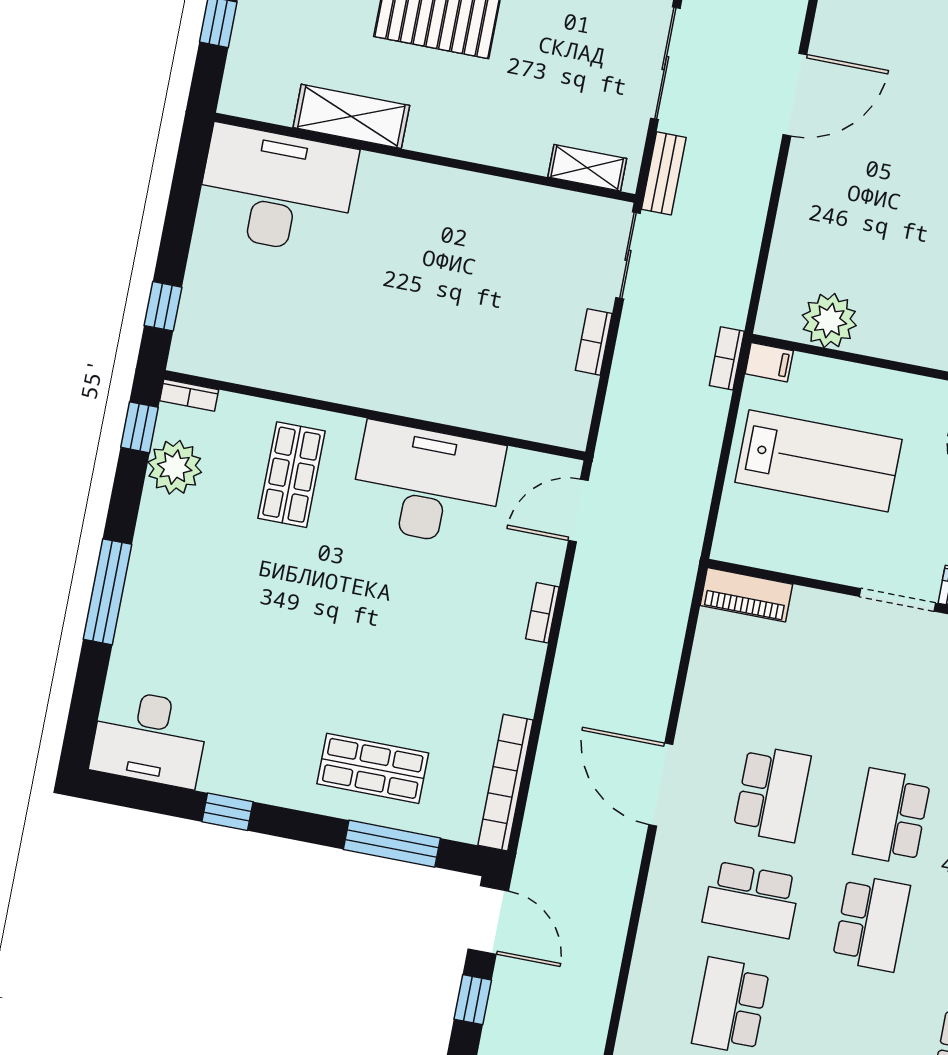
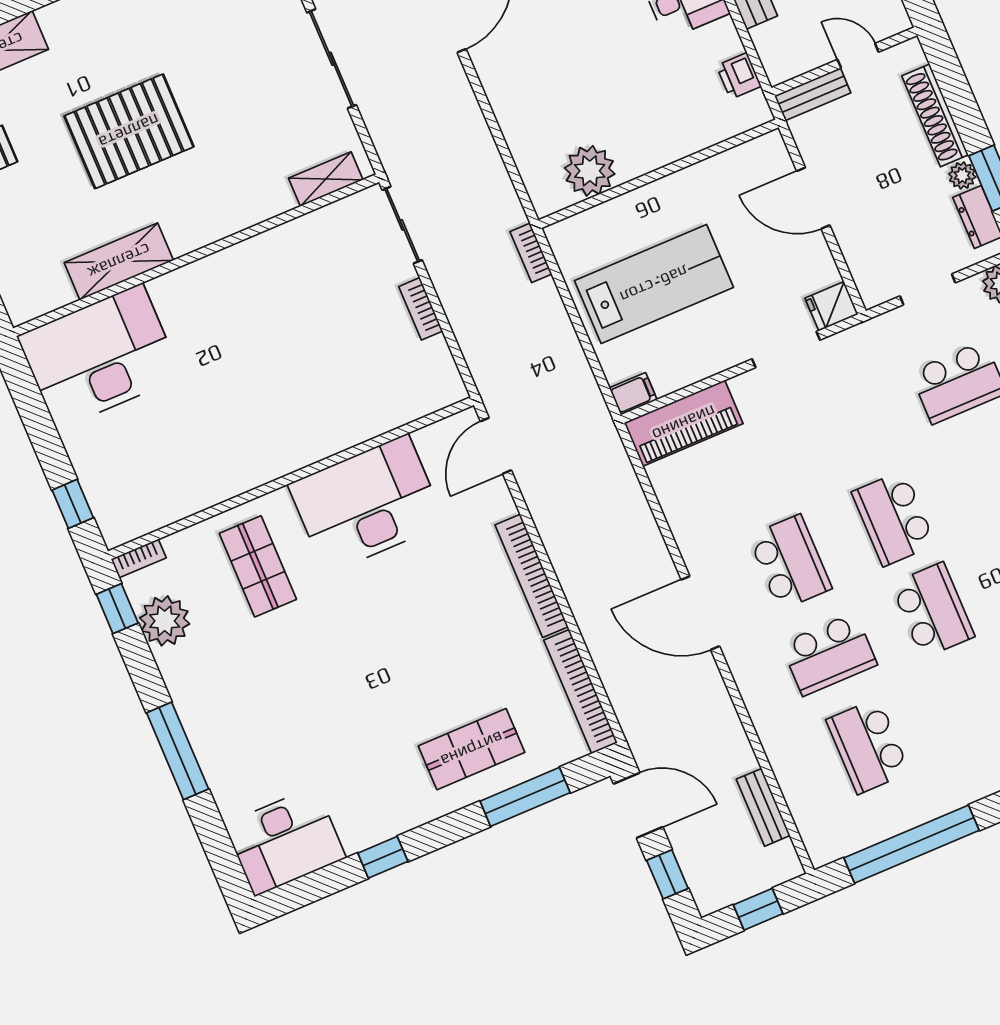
bench: (664, 173) -> (763, 807), moved
filing cabinet: (769, 362) -> (633, 394), moved
piano: (746, 595) -> (684, 423), width x1.37, depth x1.33
bookcase: (542, 613) -> (532, 576), width x2.31, depth x1.31

